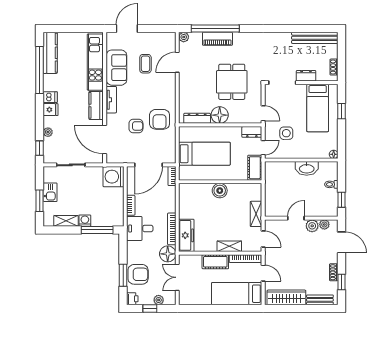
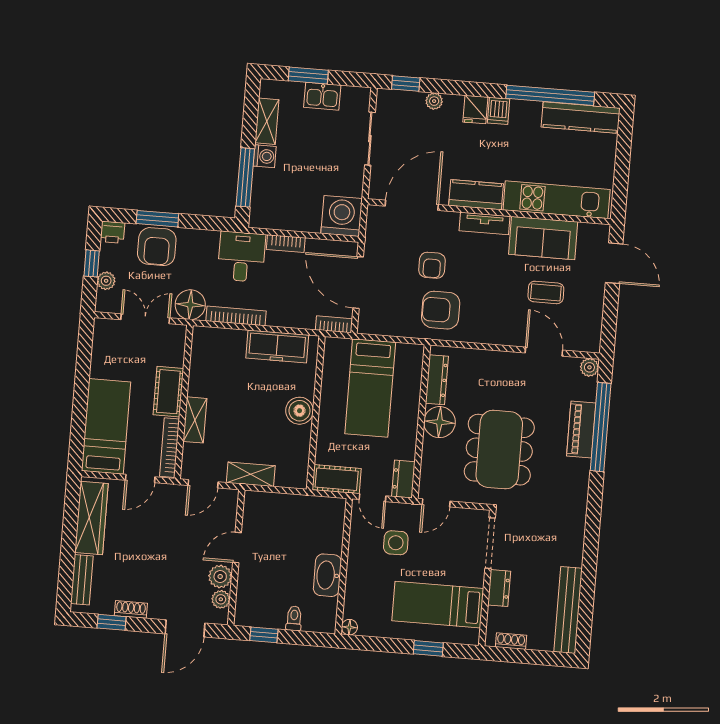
dining table: (232, 82) -> (499, 450), width x1.38
door: (296, 218) -> (237, 548), swing flipped
freezer: (186, 235) -> (277, 346), moved

